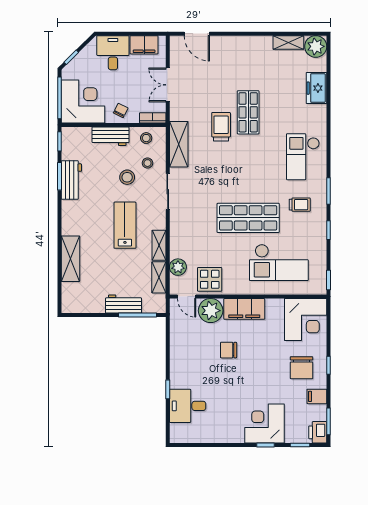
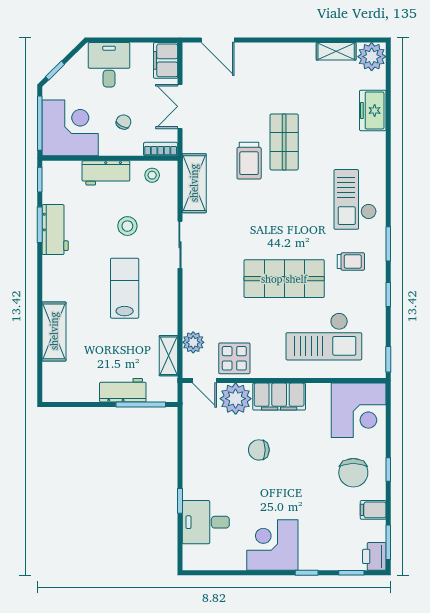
filing cabinet: (144, 45) -> (166, 60), moved, turned 90
chair: (121, 110) -> (123, 122), moved
trolley: (221, 127) -> (249, 161), turned 180
stool: (147, 163) -> (154, 208), removed
shelving: (159, 245) -> (169, 314), removed
corner desk: (264, 424) -> (272, 545), moved

